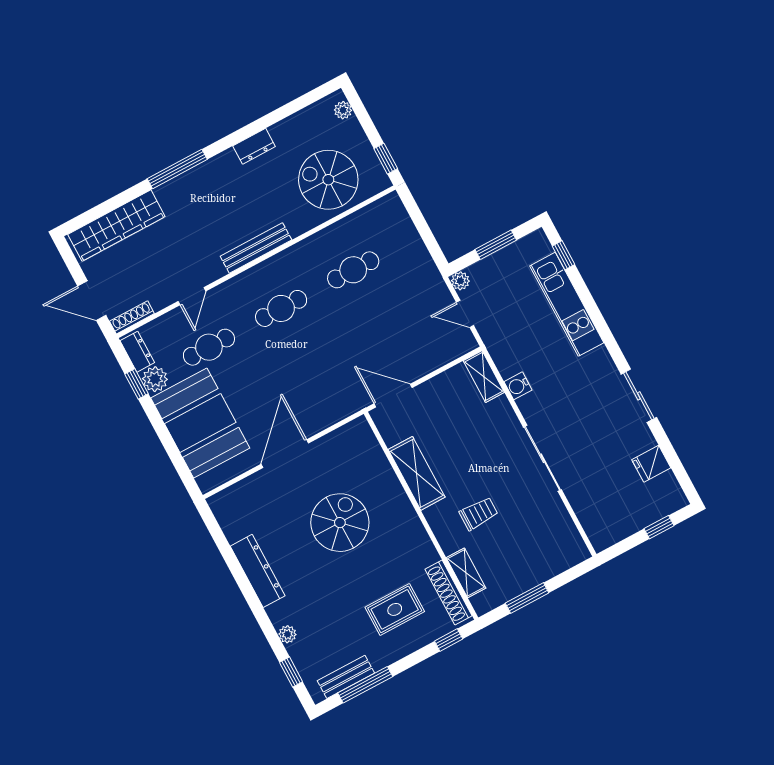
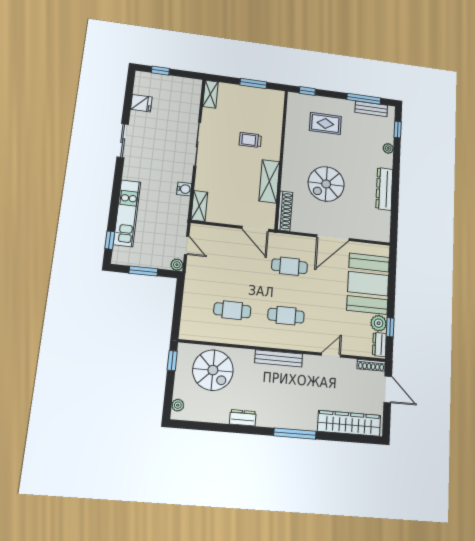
cafe table: (209, 347) -> (289, 266), moved
shelving: (466, 573) -> (210, 94), moved
shoe rack: (448, 593) -> (285, 211), moved

